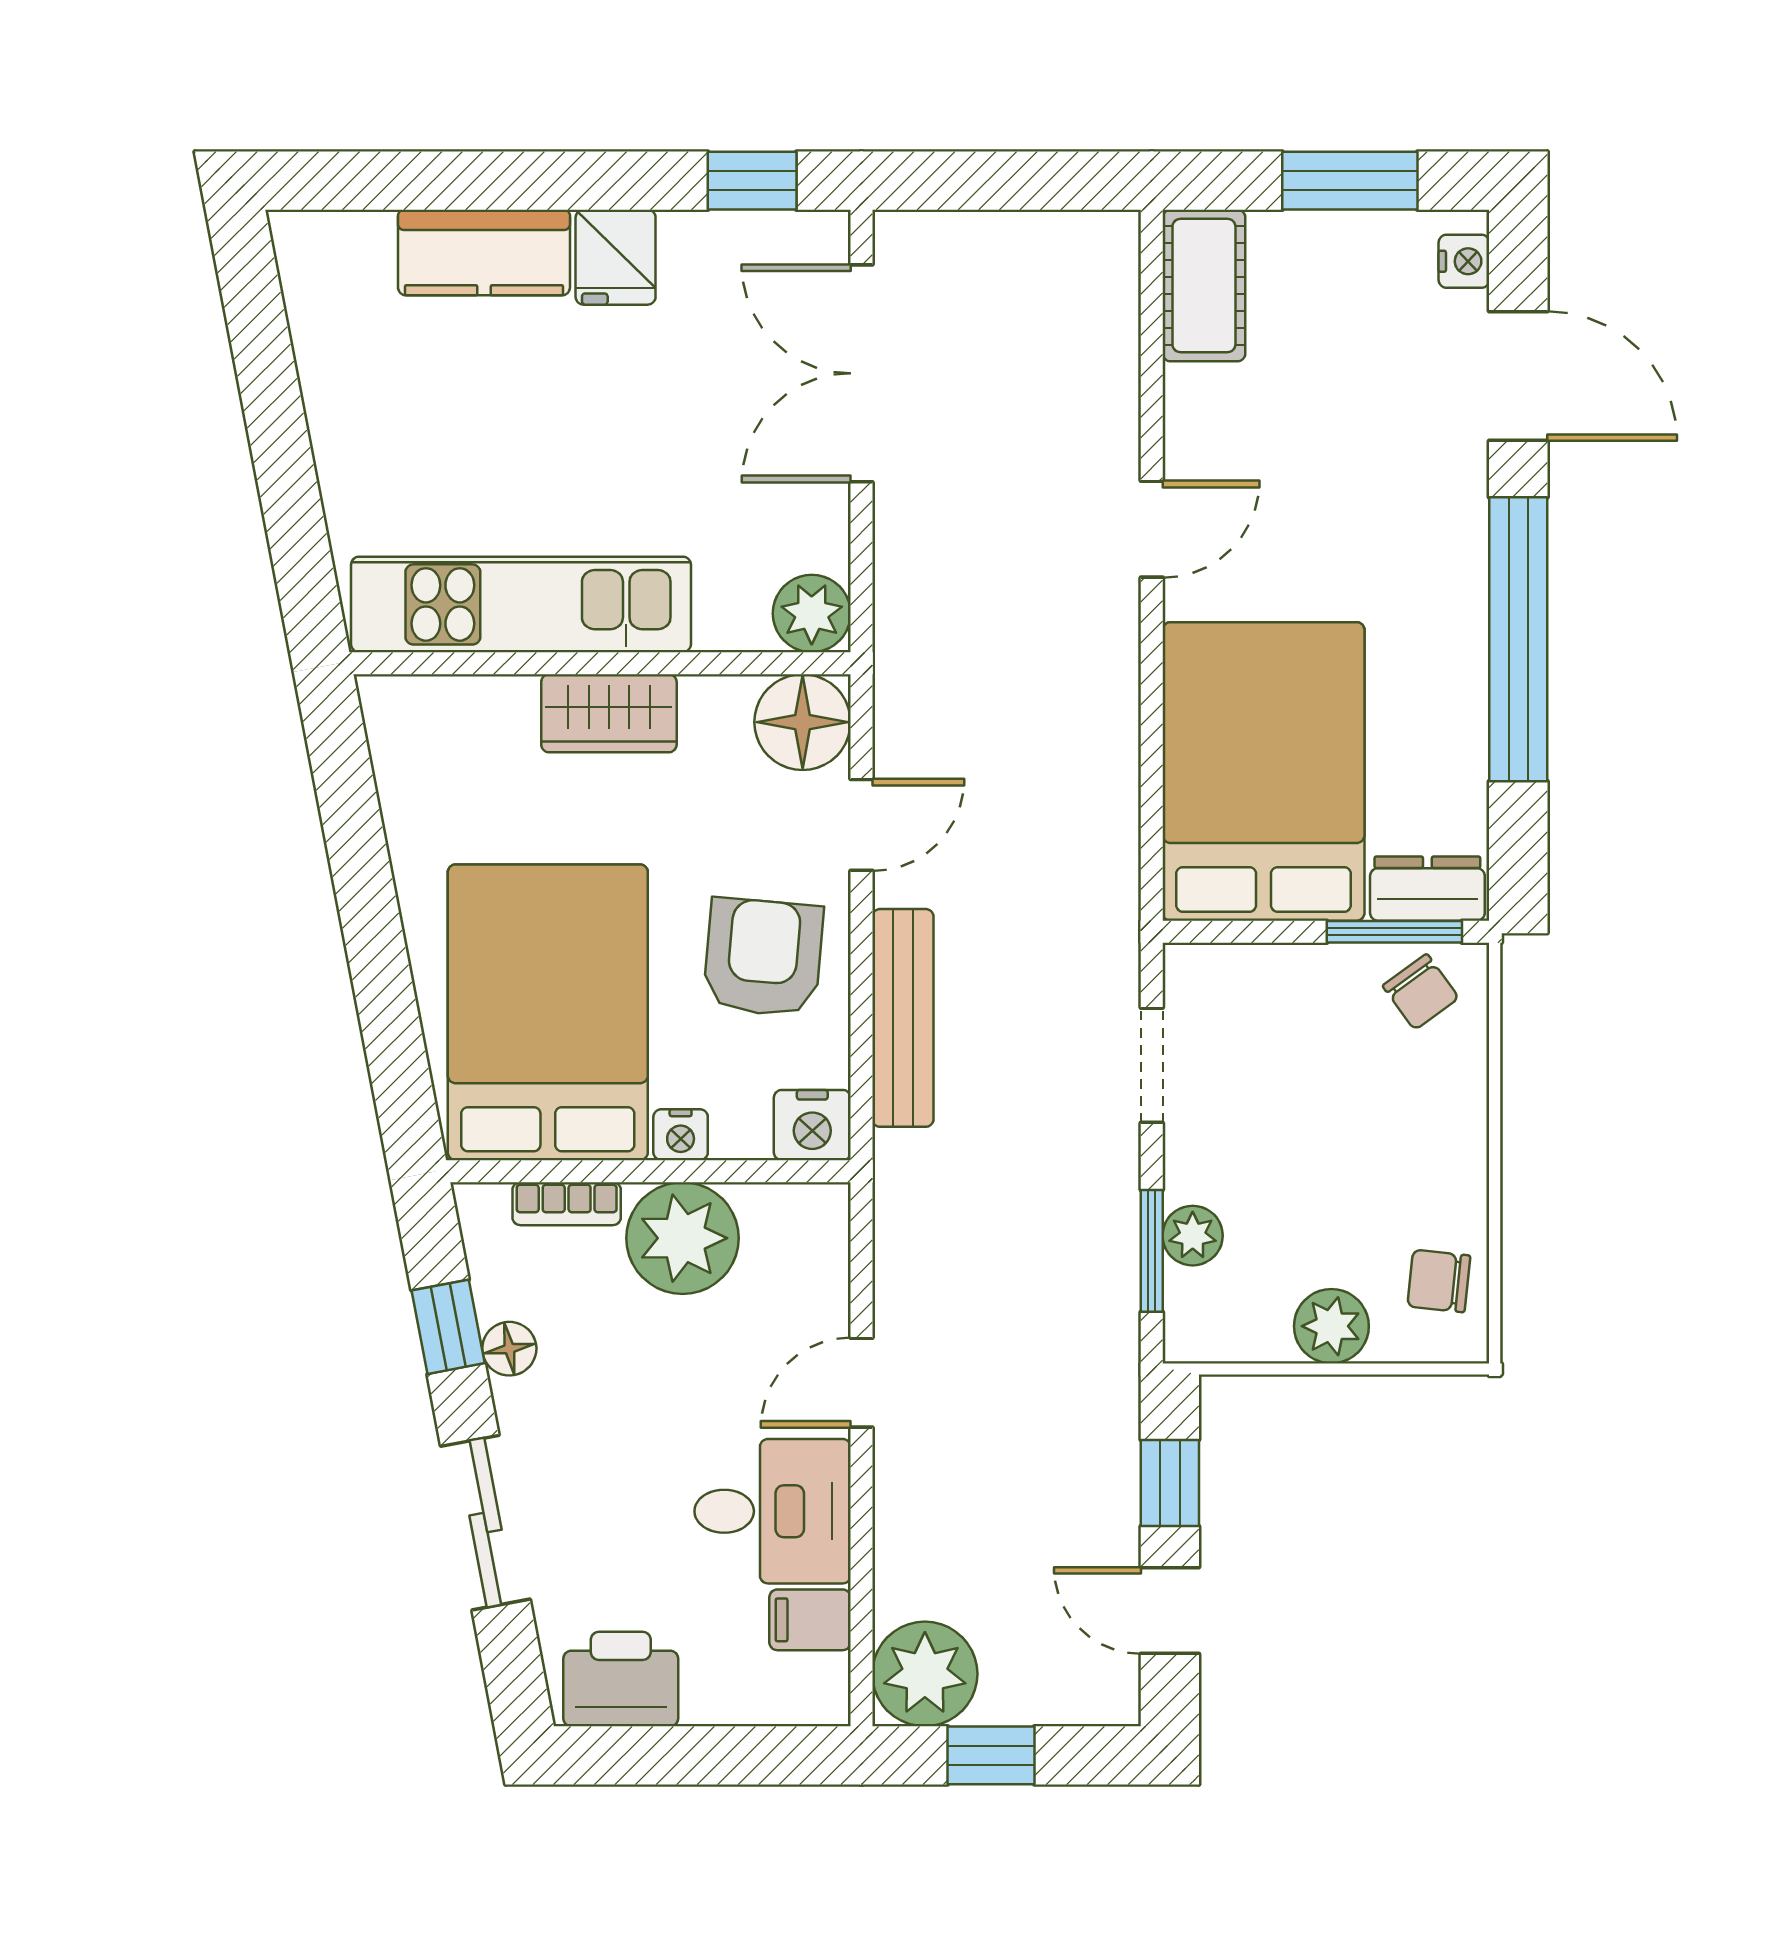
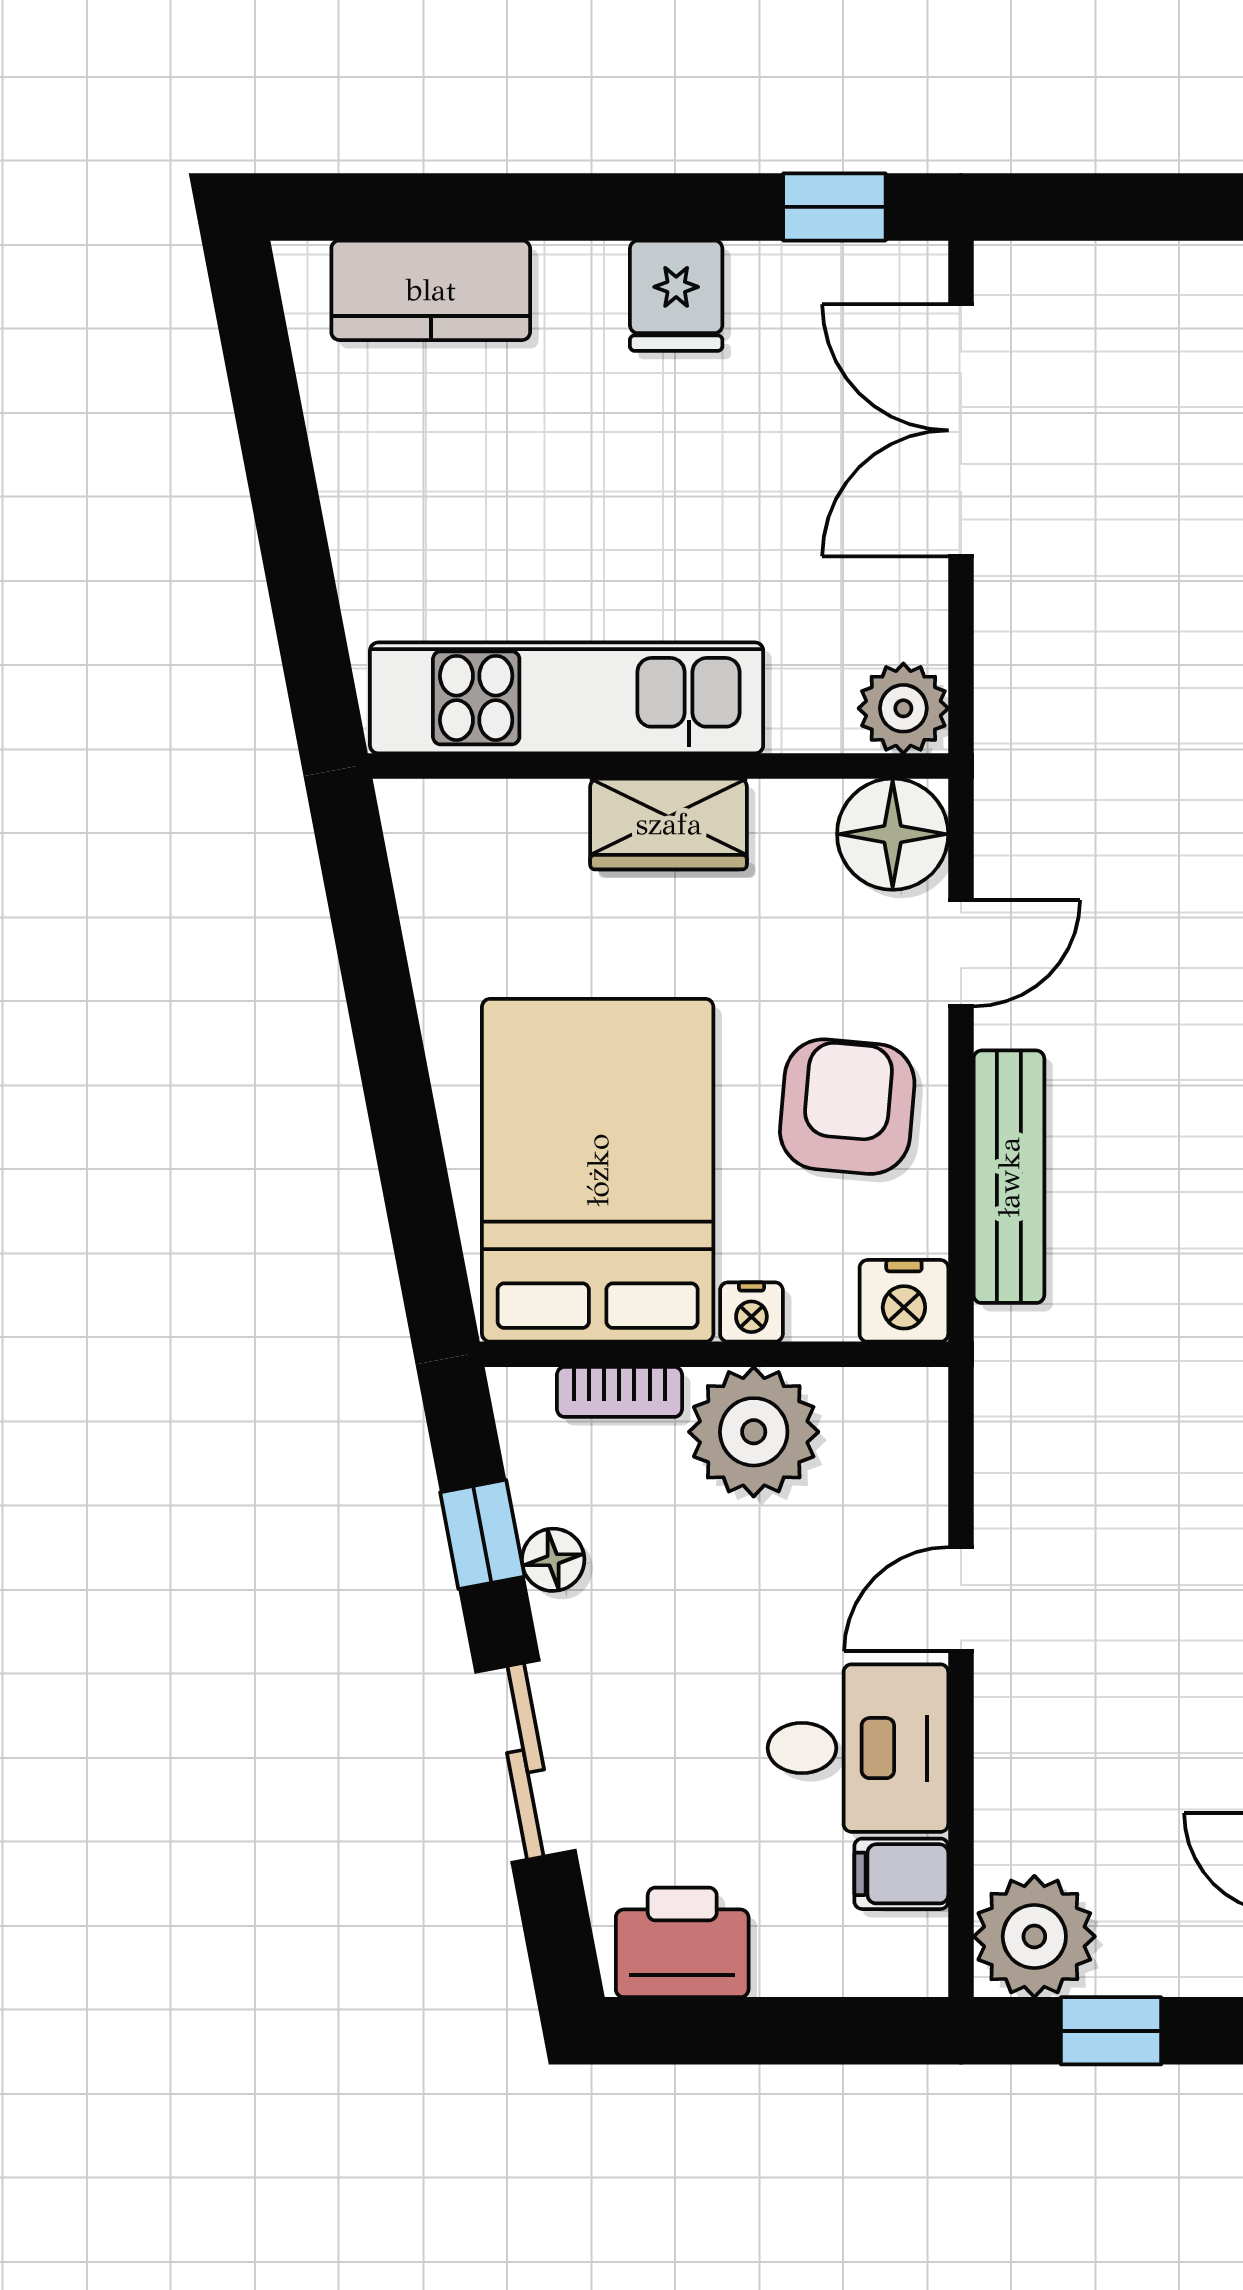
kitchen counter: (484, 253) -> (431, 290), moved

